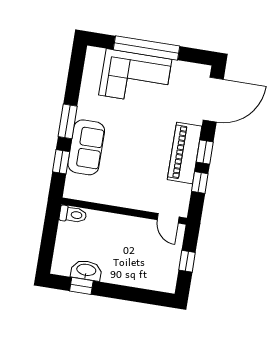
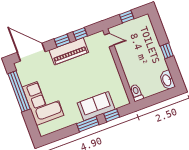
window: (147, 48) -> (19, 91), moved
door: (168, 218) -> (109, 40), hinge flipped
washbasin: (86, 270) -> (167, 80), moved
window: (81, 286) -> (167, 51), moved

